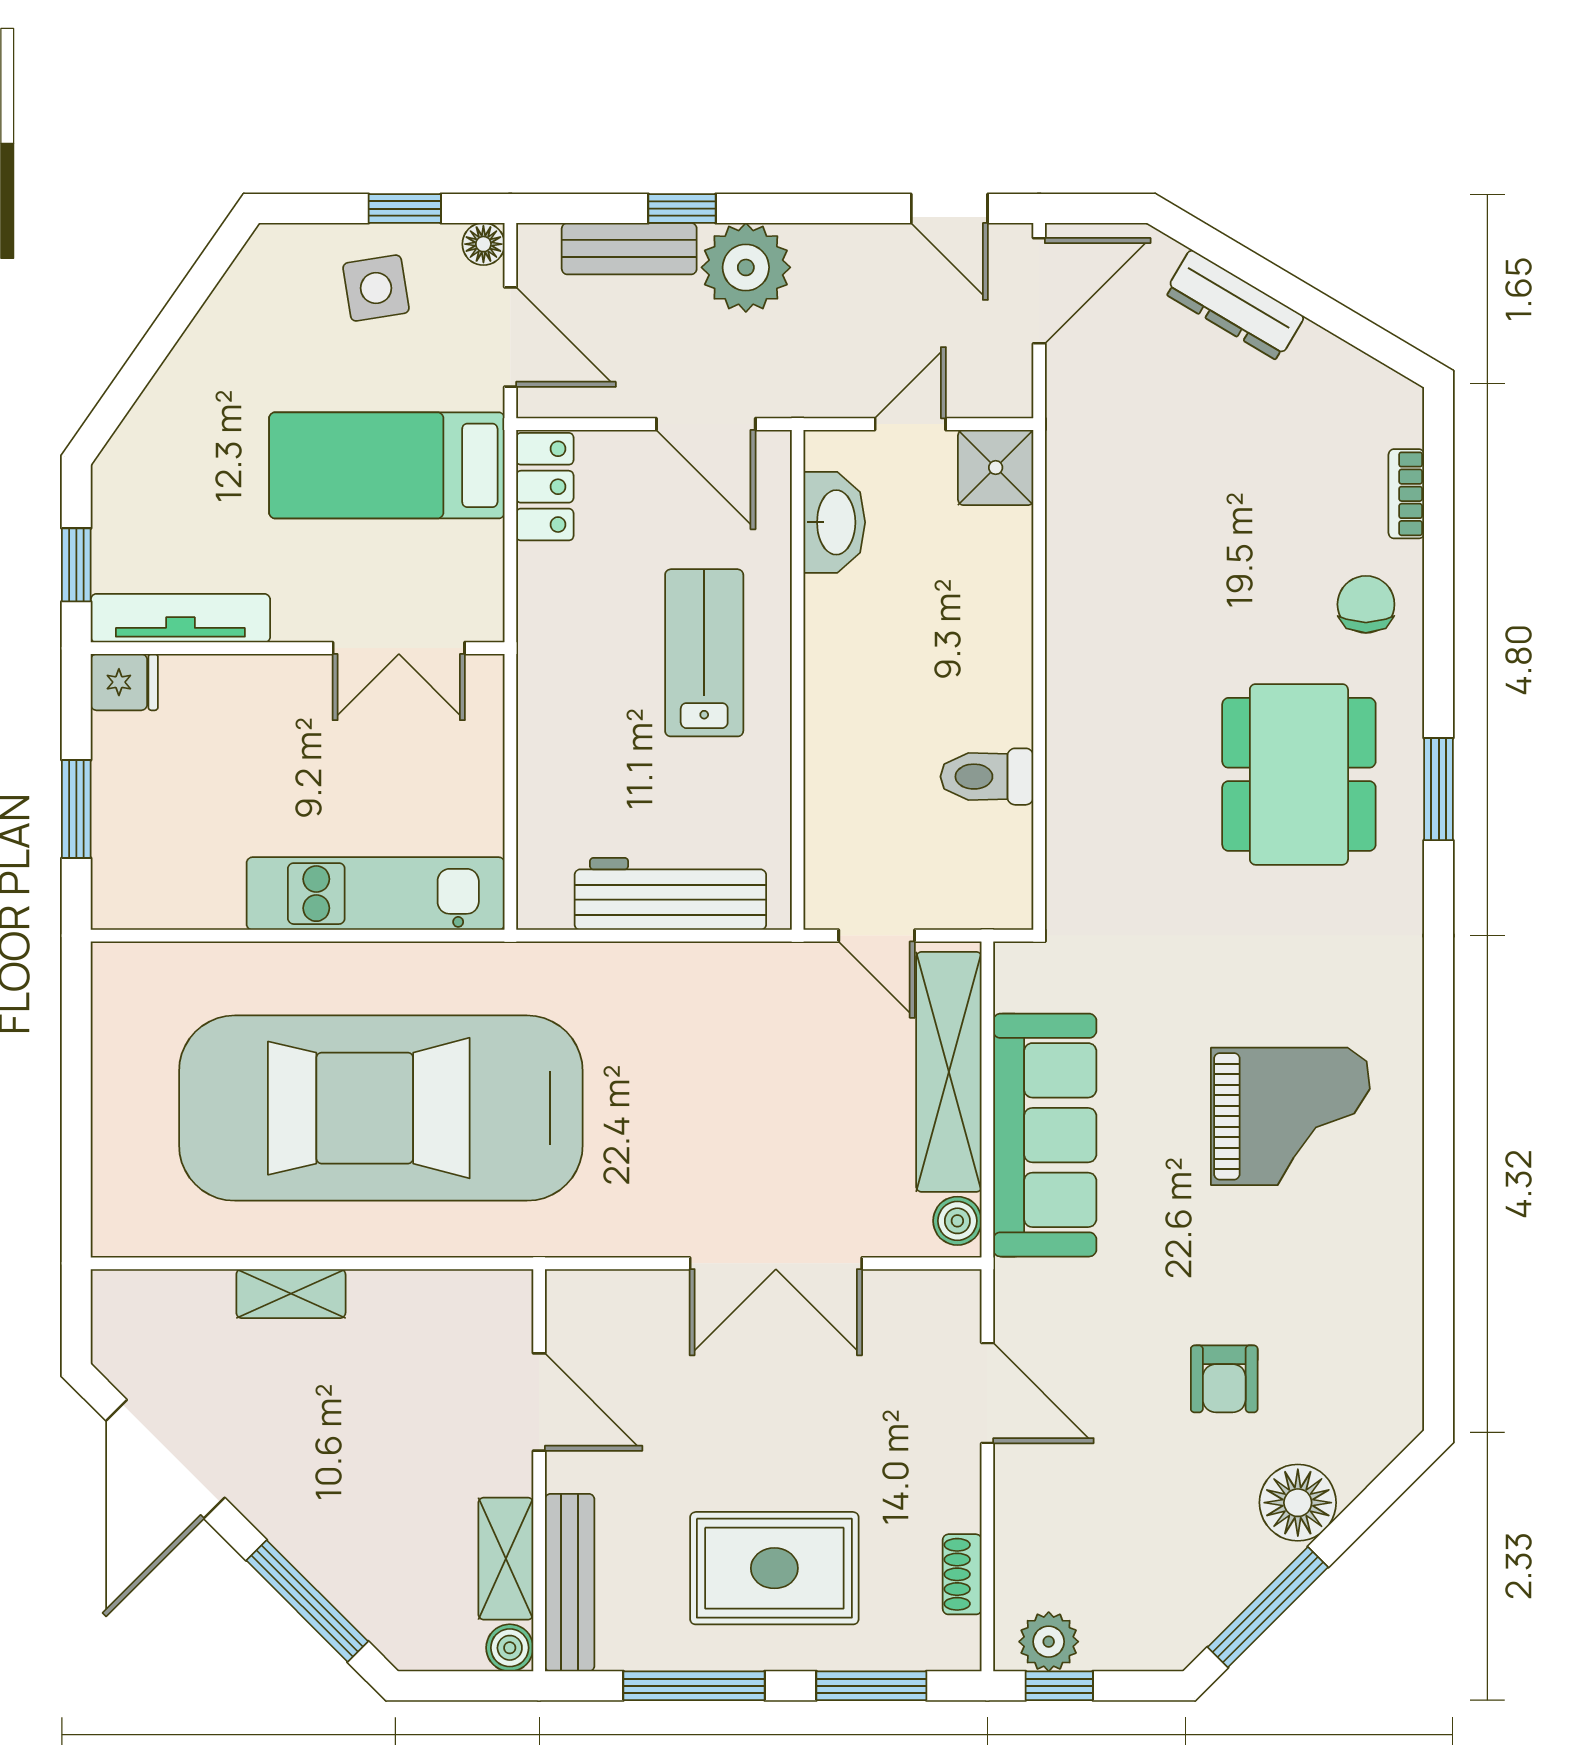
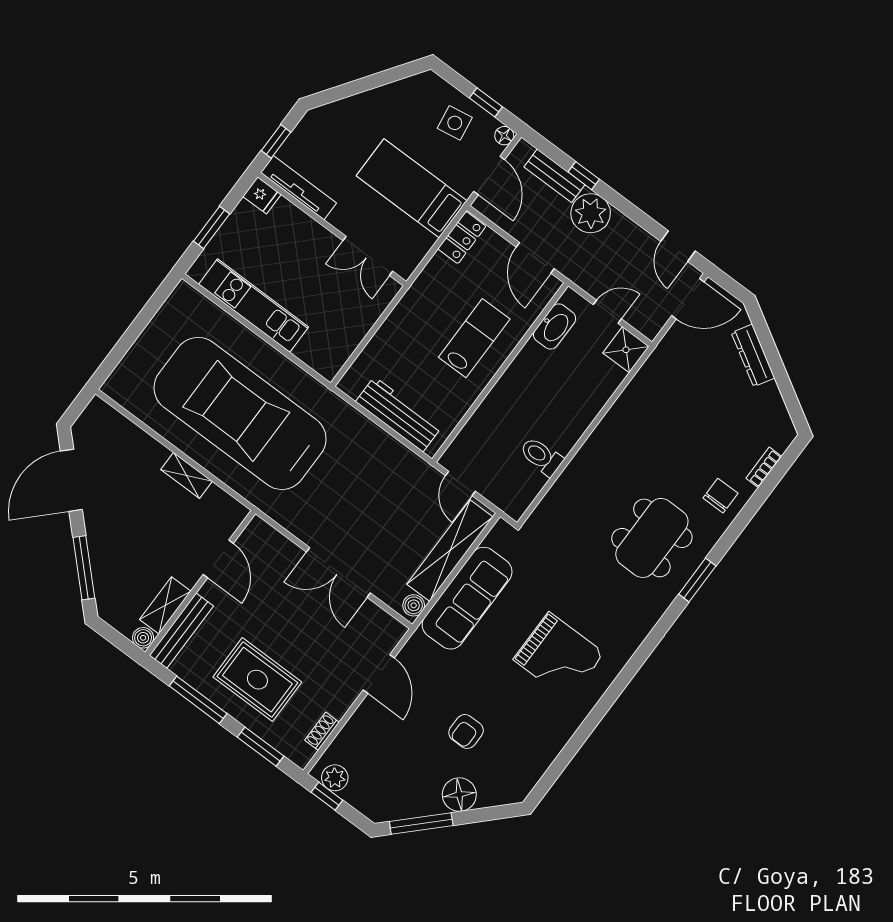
kitchen unit: (376, 894) -> (254, 306), moved
shelving: (291, 1294) -> (187, 475), moved

